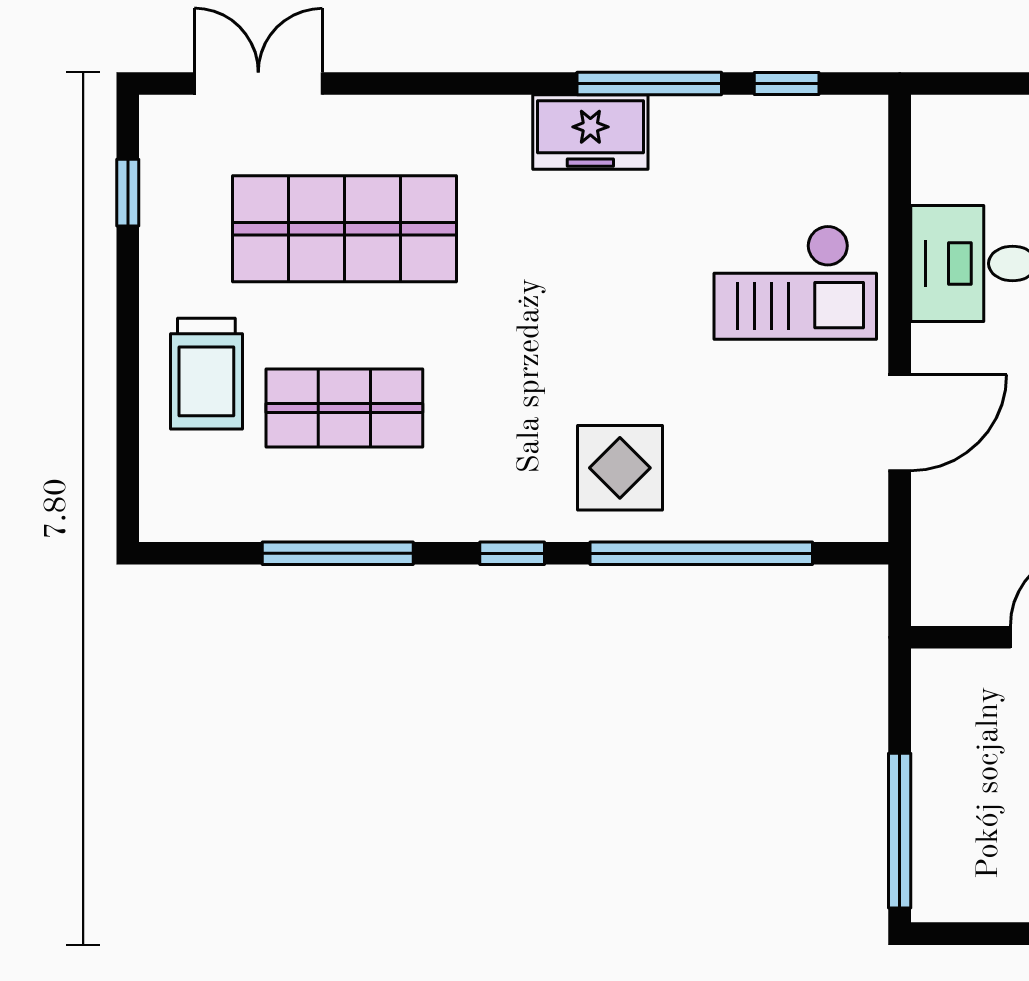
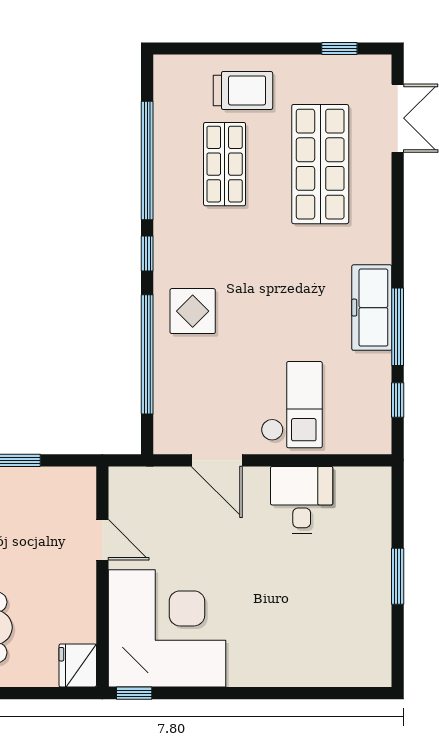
freezer: (590, 132) -> (372, 308), width x1.40
checkout: (795, 282) -> (292, 405), turned 180
trolley: (206, 374) -> (243, 90), turned 180
window: (338, 553) -> (147, 161), width x1.46

